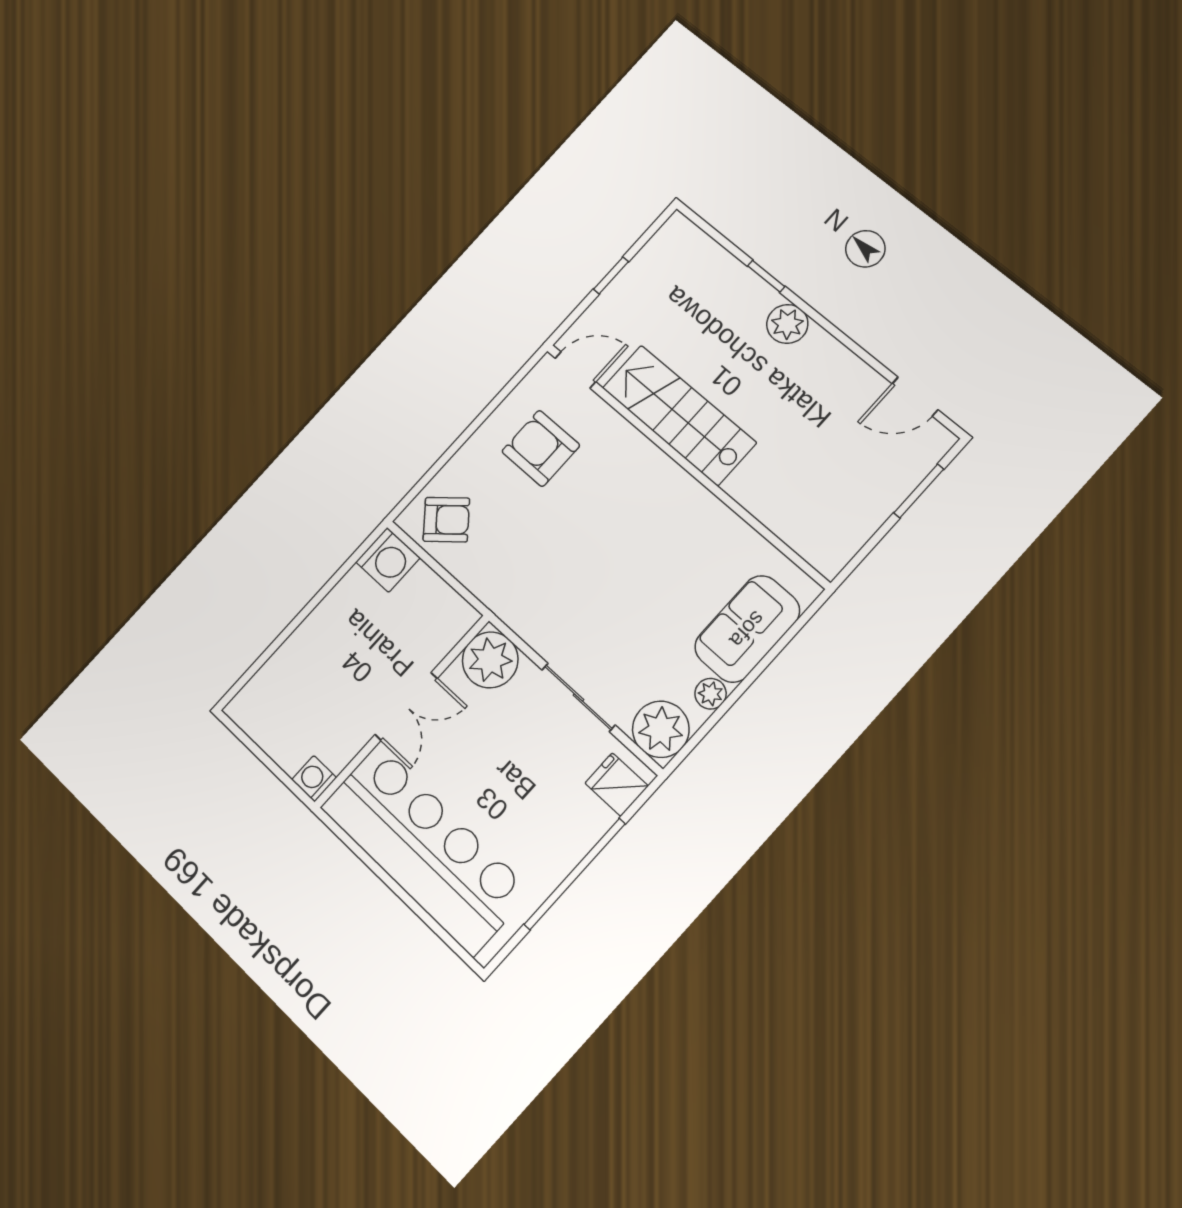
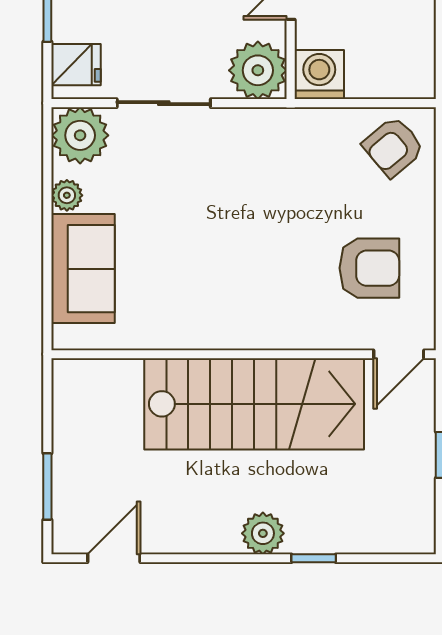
stairs: (679, 415) -> (254, 404), width x1.36, depth x1.51
washing machine: (388, 560) -> (319, 75), moved, turned 90

